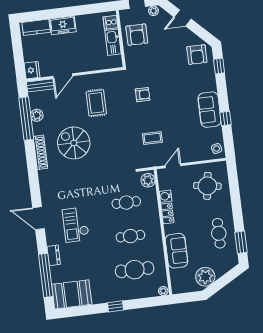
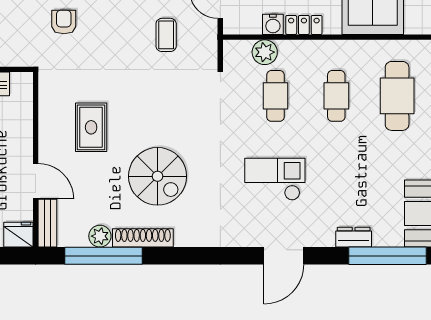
armchair: (143, 95) -> (64, 22), moved
rug: (96, 103) -> (91, 127), turned 90
spiral stairs: (74, 143) -> (158, 176), turned -90
shoe rack: (40, 152) -> (143, 238), moved
plant: (148, 180) -> (265, 52), moved
checkout: (76, 225) -> (275, 179), moved, turned 180

